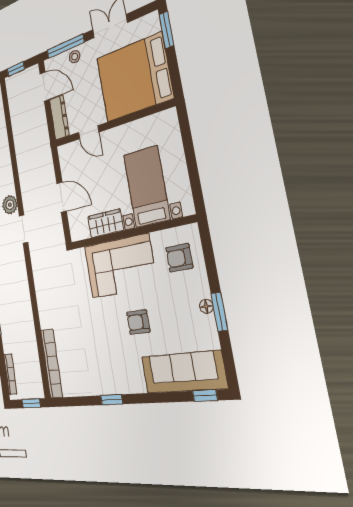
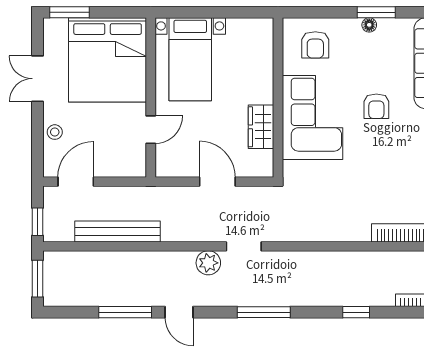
window: (65, 46) -> (37, 142), removed
dresser: (59, 117) -> (120, 167), removed
bench: (19, 130) -> (118, 231), added
bed with nightstands: (147, 187) -> (190, 59), moved, turned -90
door: (62, 197) -> (217, 182), hinge flipped

